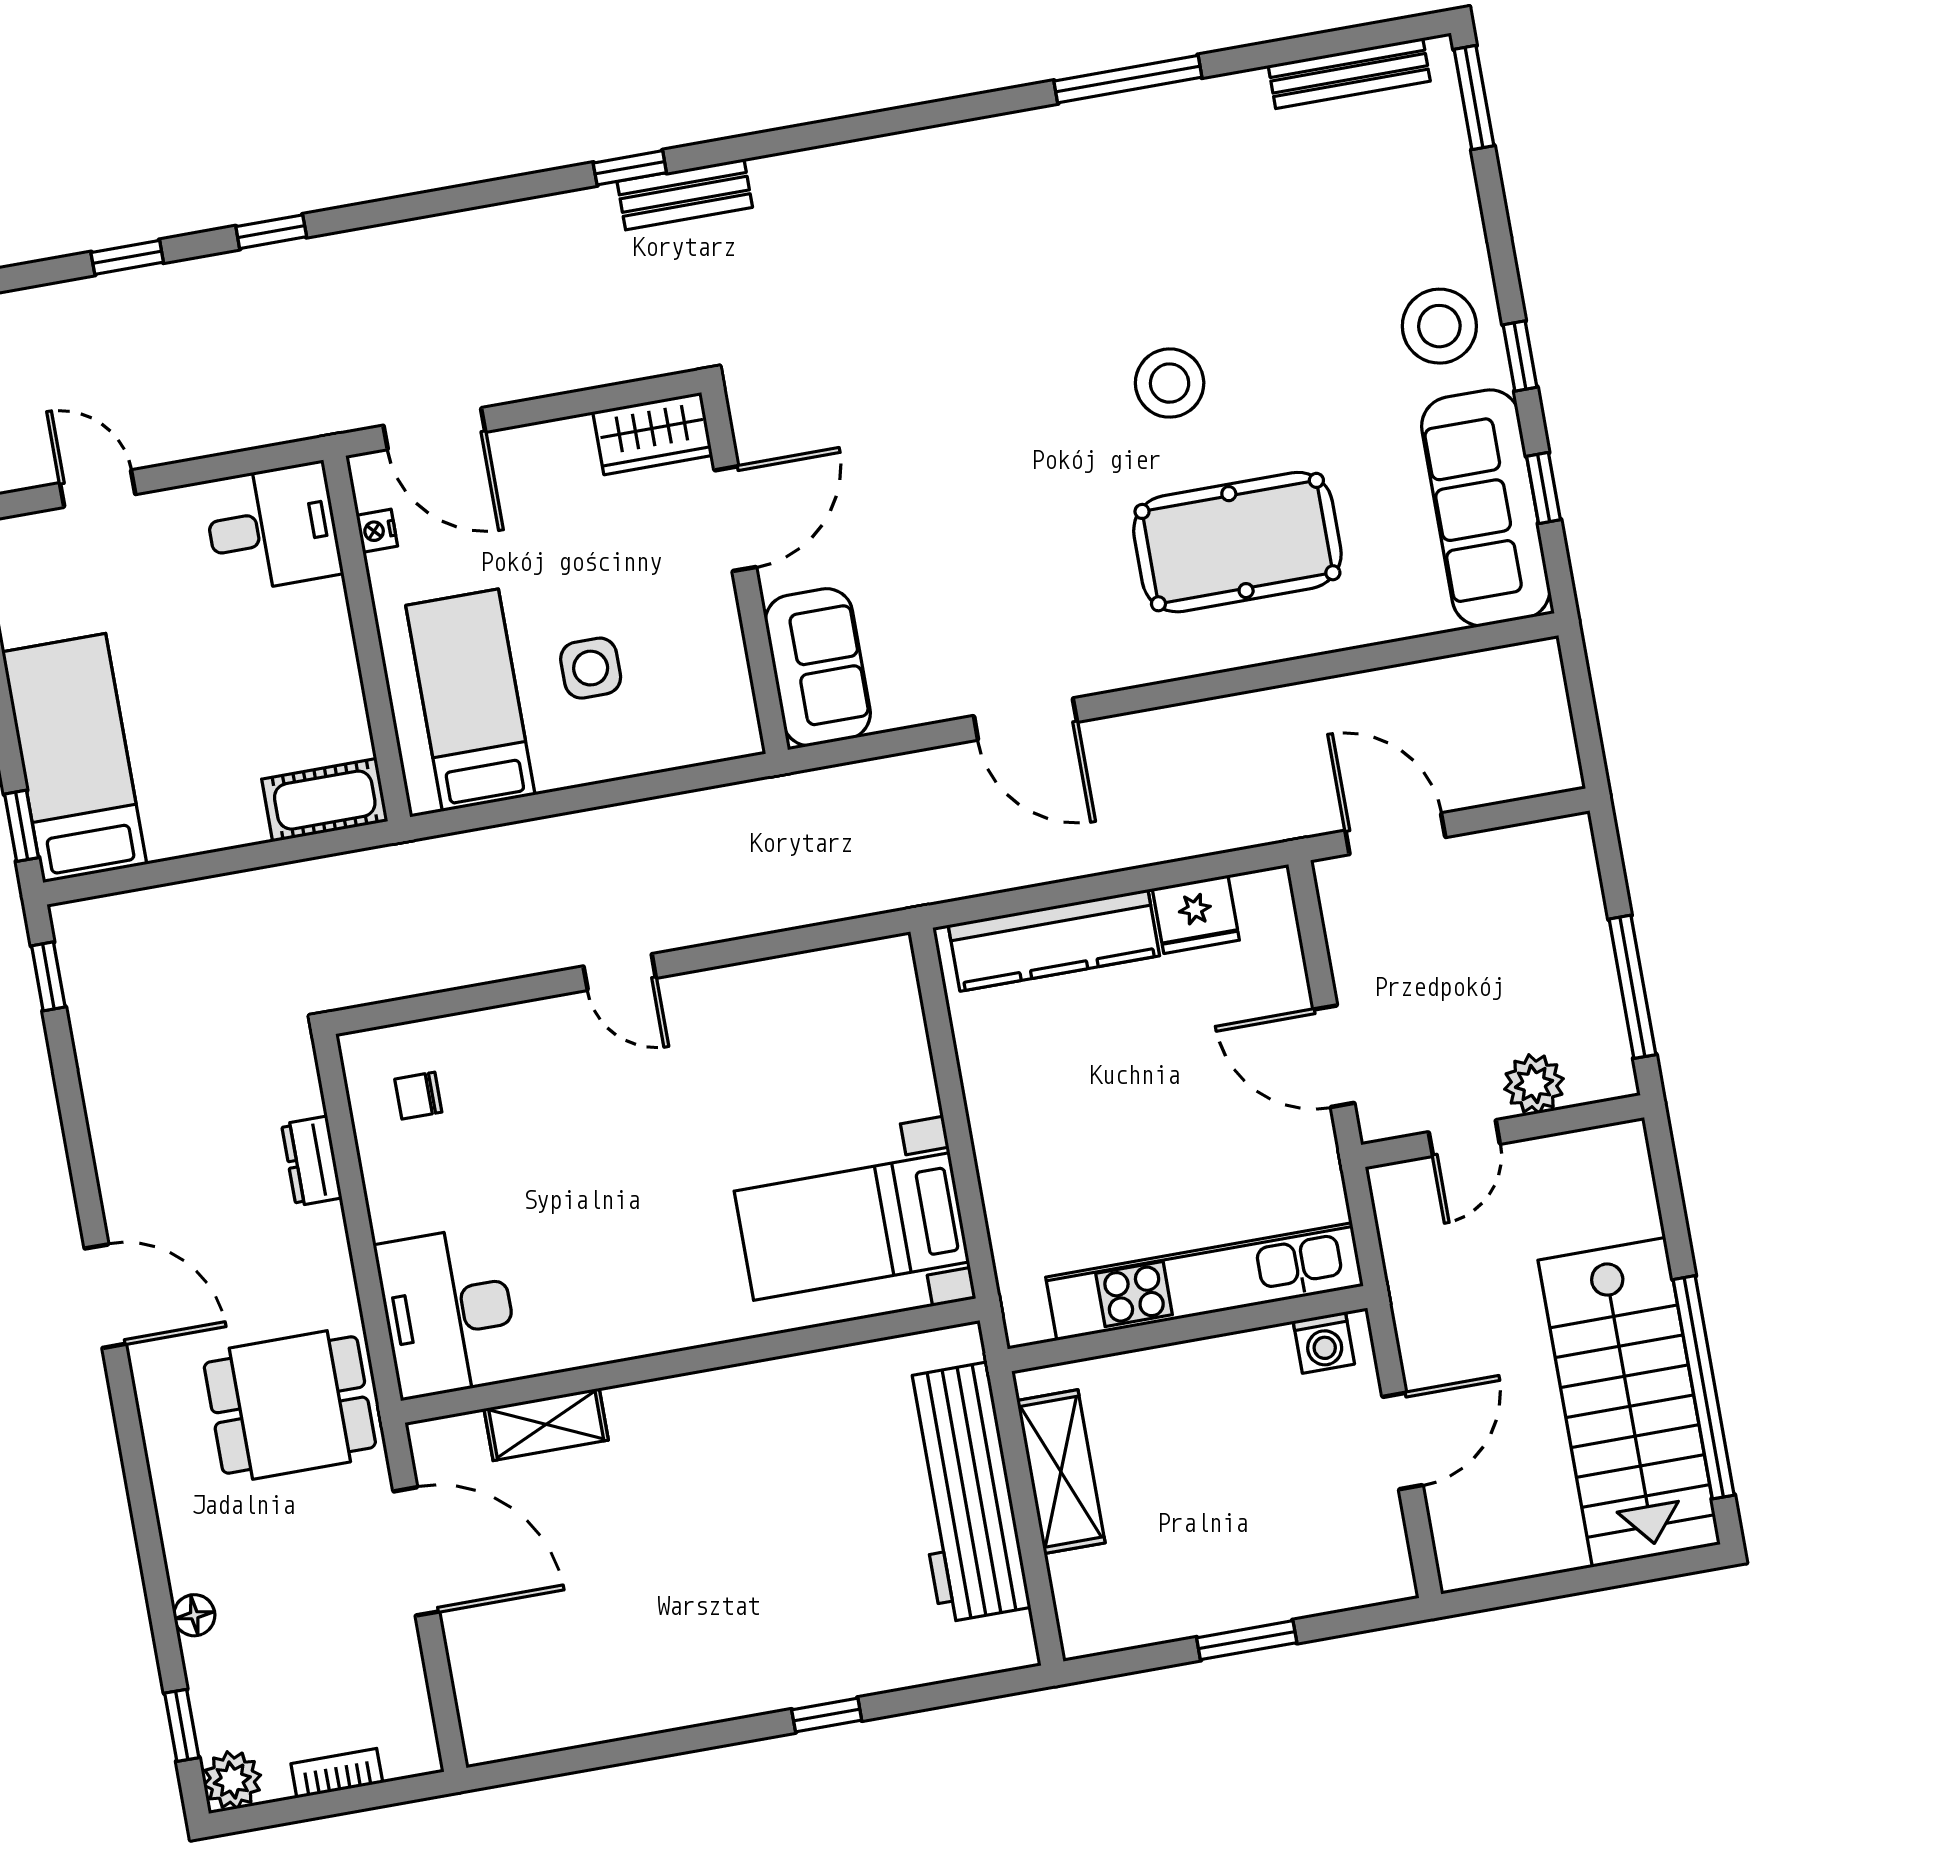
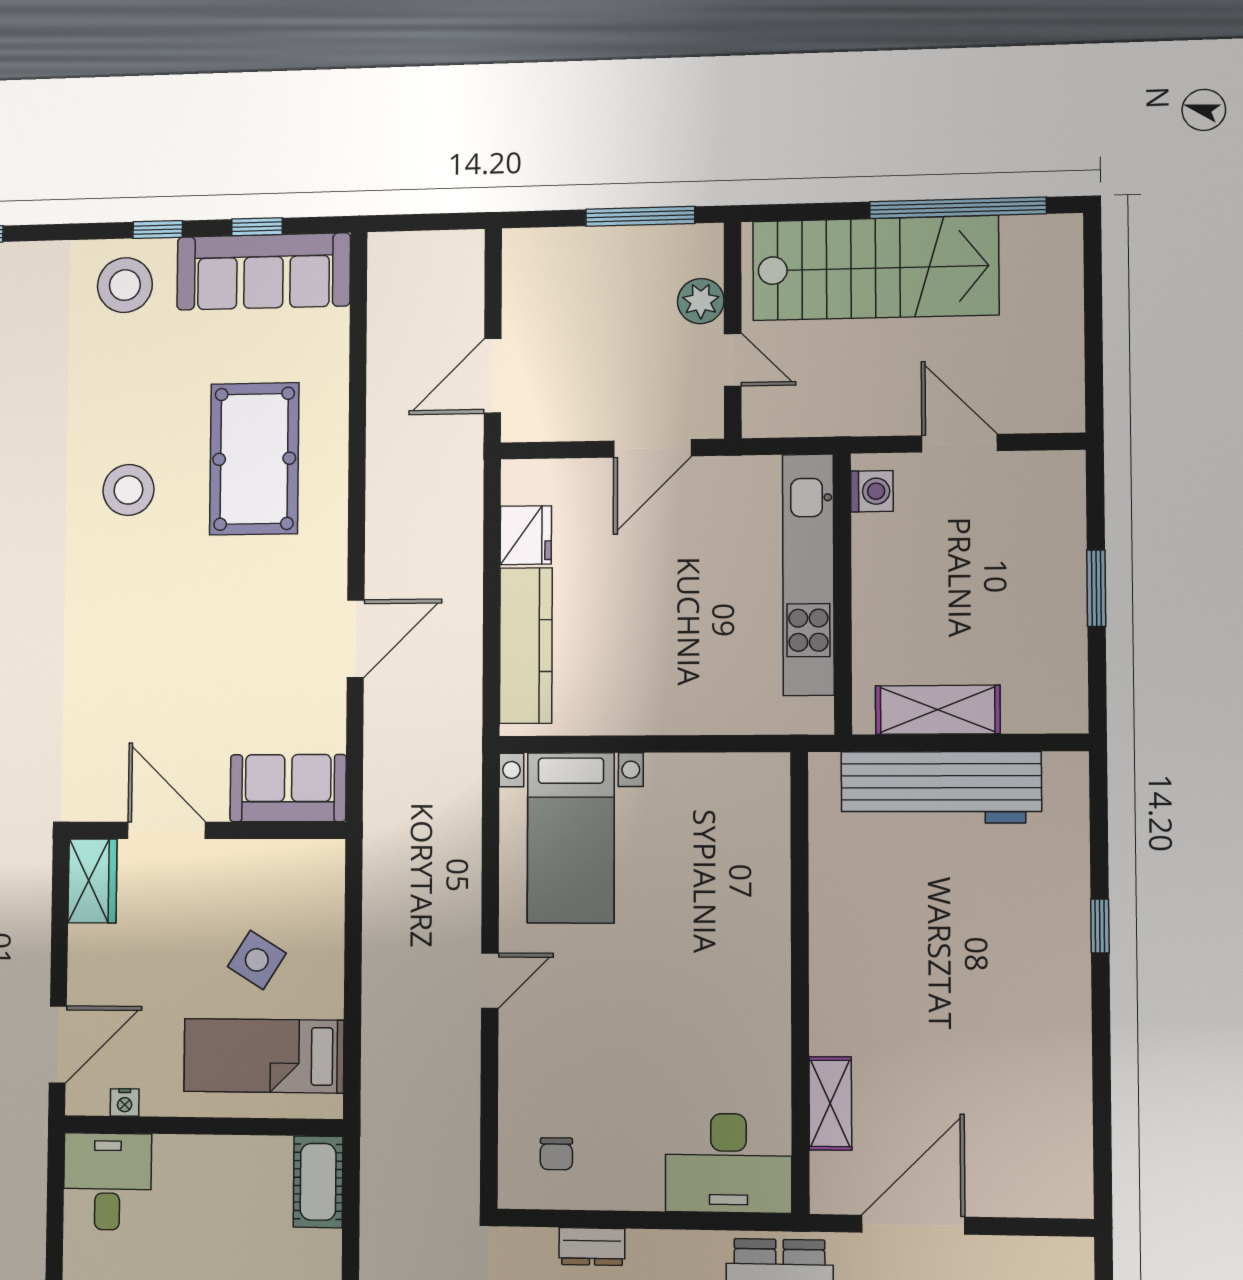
side table: (591, 668) -> (257, 960), turned 32
bed with nightstands: (852, 1227) -> (571, 838), moved
stairs: (1629, 1402) -> (875, 268), moved

